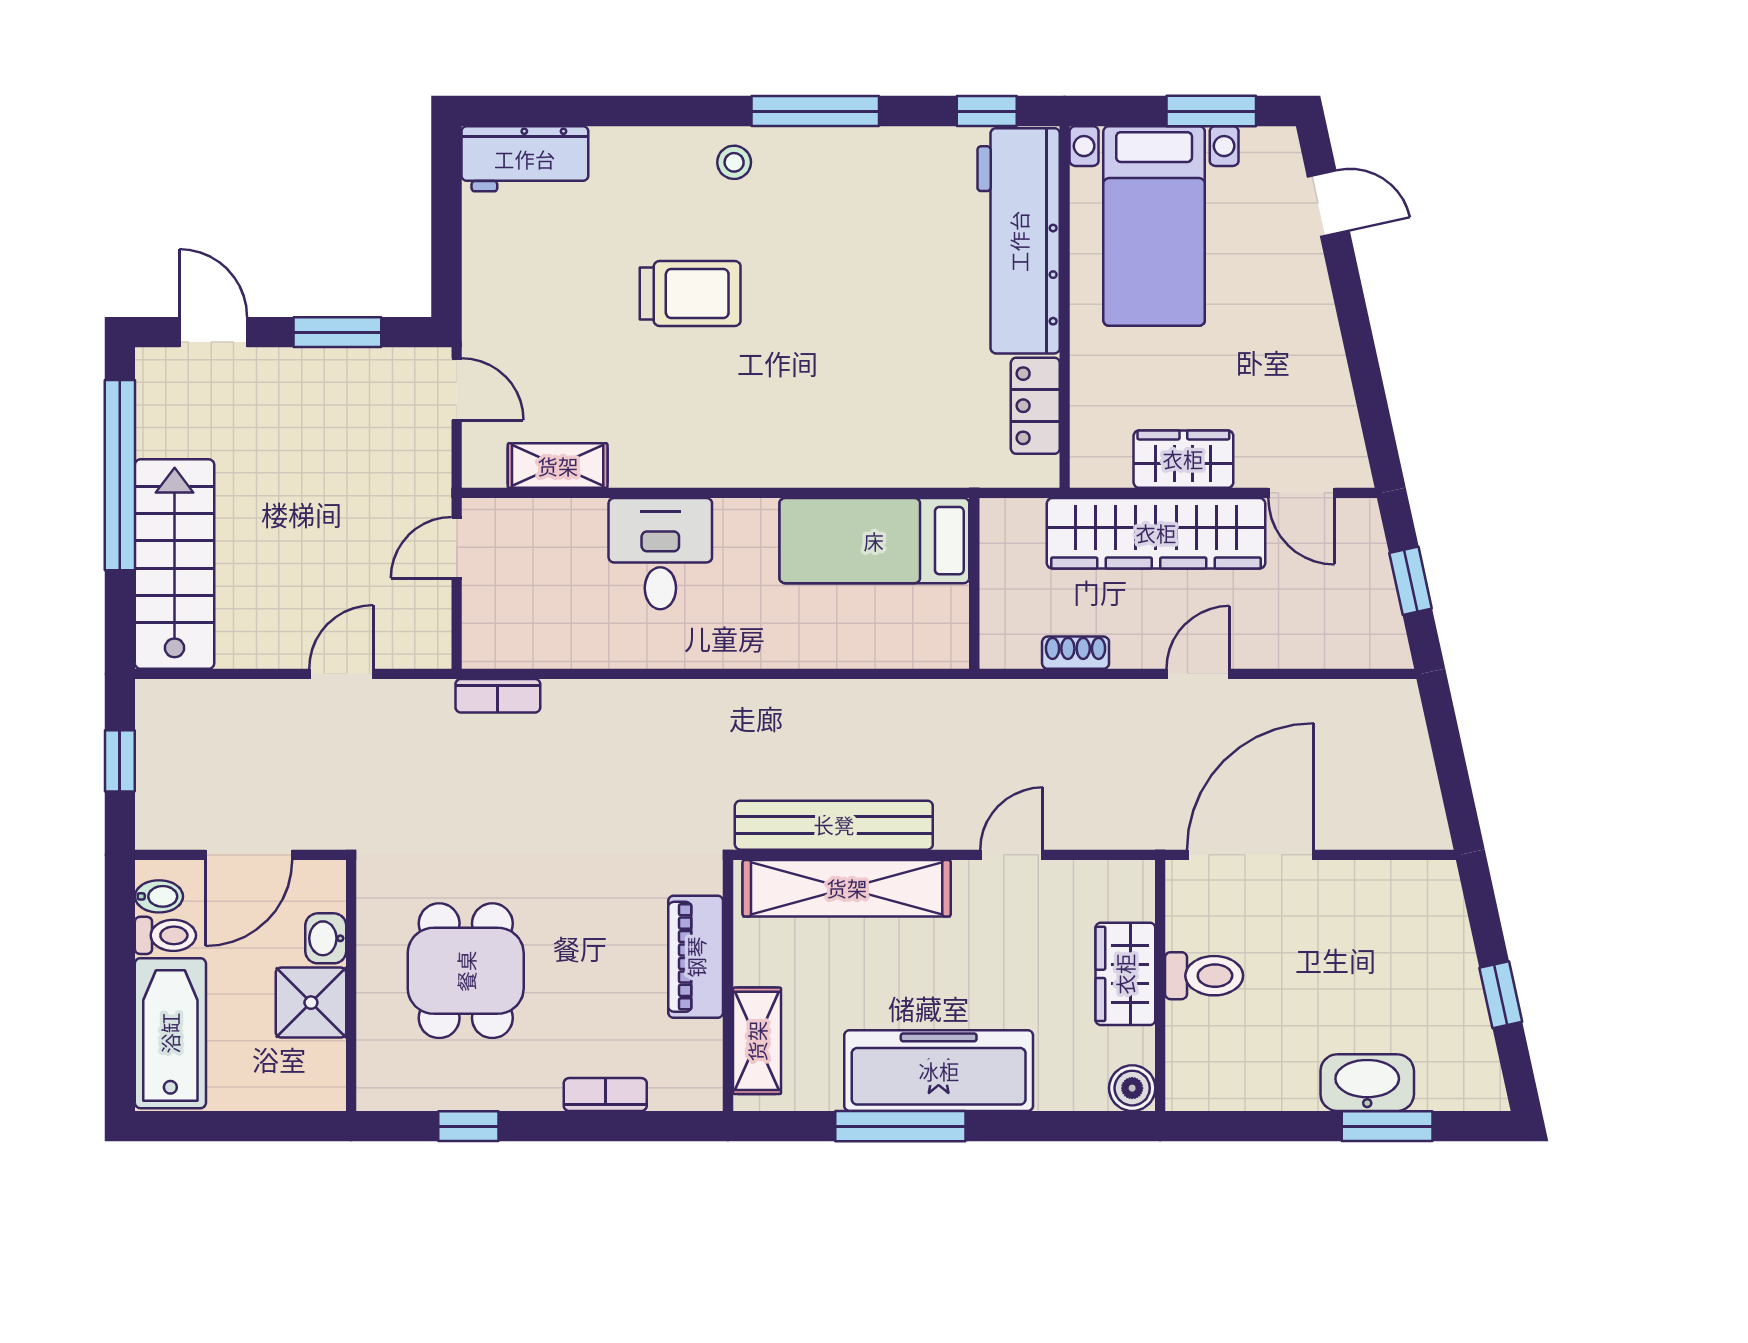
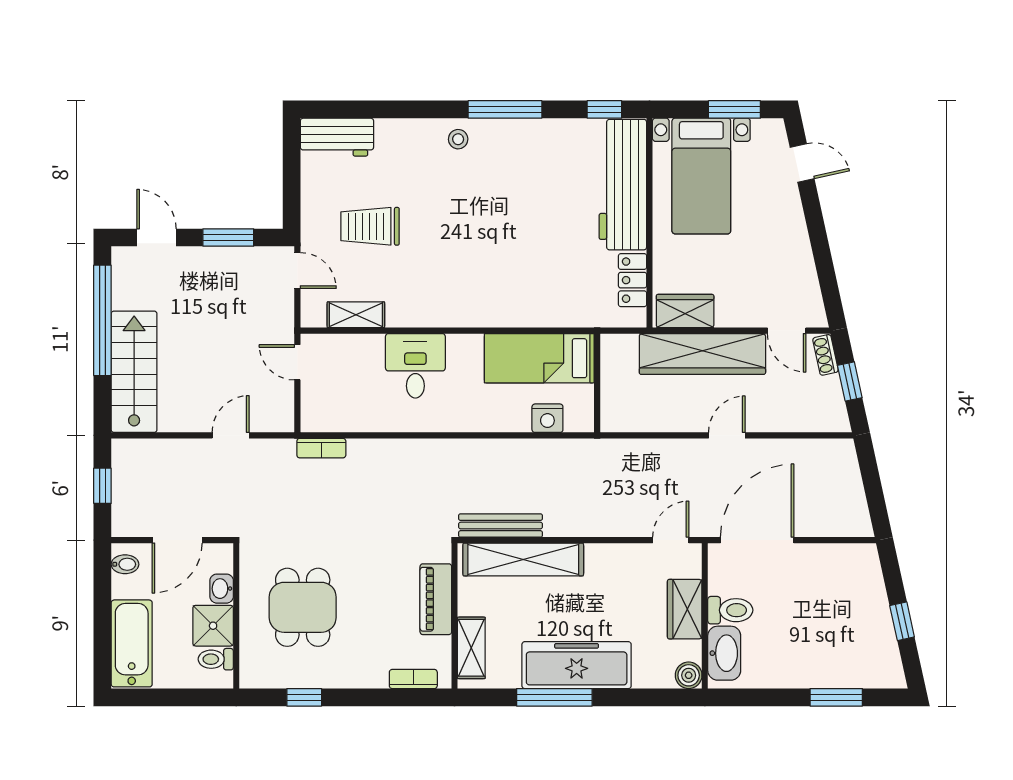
trolley: (690, 294) -> (370, 226), moved, turned 180
wardrobe: (1183, 459) -> (685, 311), moved
door: (457, 548) -> (297, 362), hinge flipped
nightstand: (888, 644) -> (547, 418), added
shoe rack: (1076, 653) -> (825, 355), moved, turned -102
bench: (834, 825) -> (500, 526), width x0.73, depth x0.82
door: (1012, 855) -> (671, 540), moved
toilet: (165, 935) -> (216, 659), moved, turned 180
washbasin: (1367, 1083) -> (724, 653), moved, turned 90
bookcase: (605, 1095) -> (413, 679), moved

